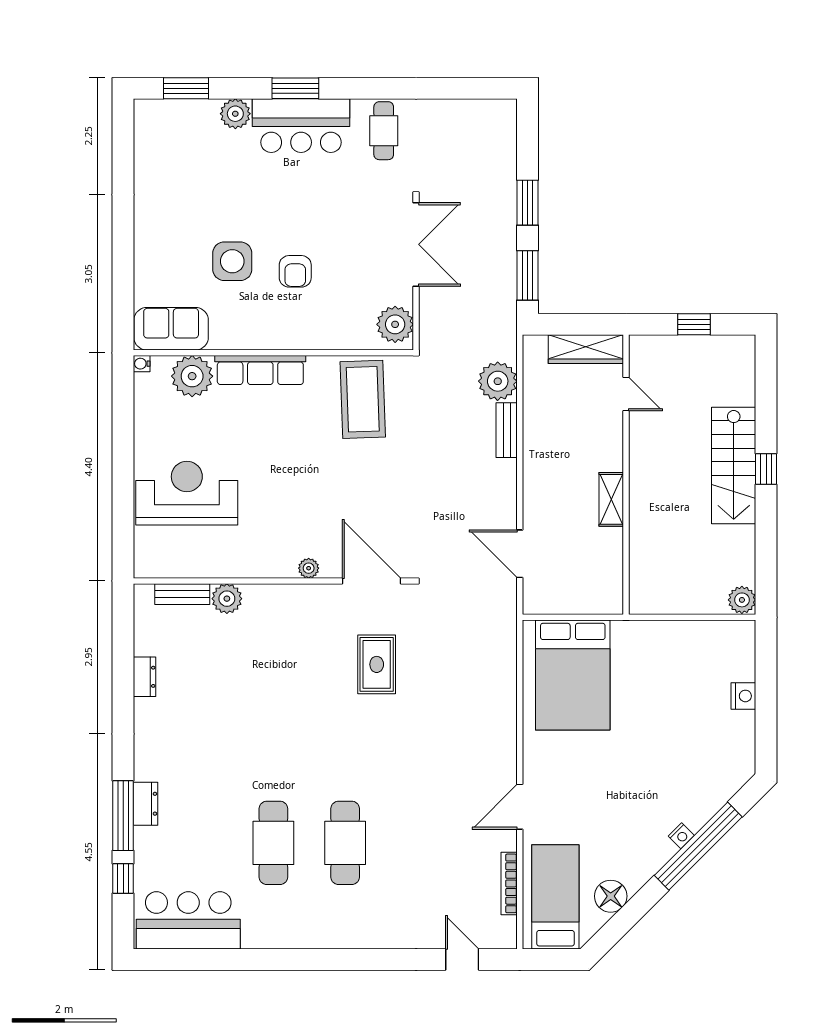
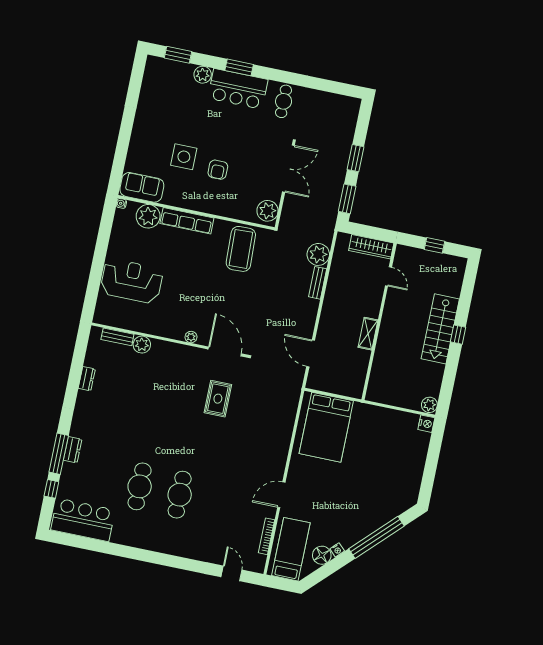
nightstand: (743, 696) -> (426, 424), moved
nightstand: (681, 836) -> (337, 550), moved

